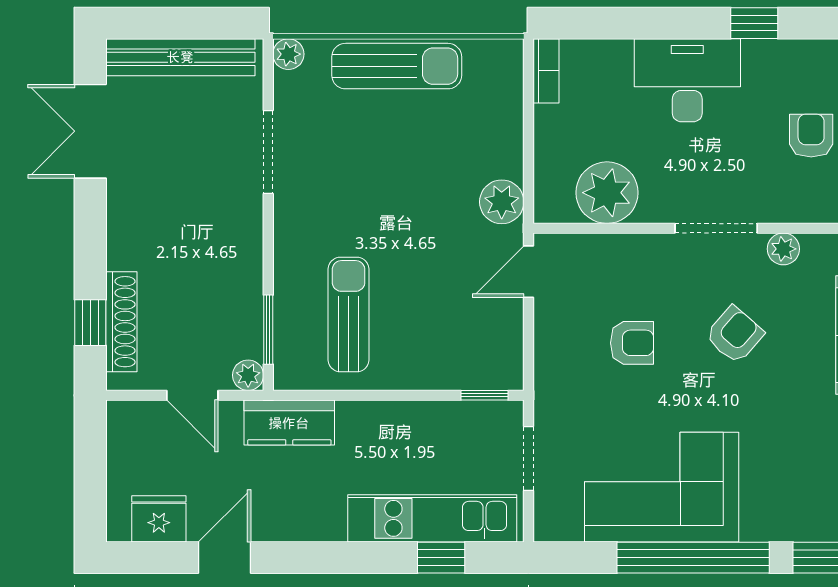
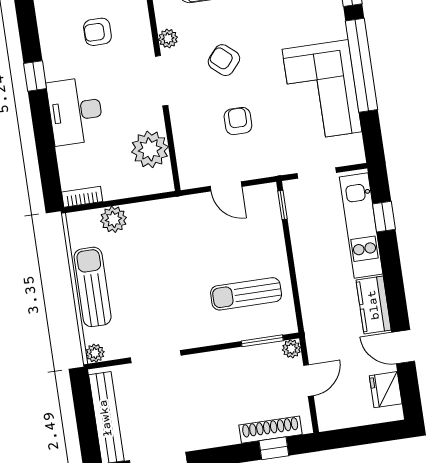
plant: (502, 202) -> (113, 219), moved
door: (528, 272) -> (226, 186), moved
kitchen counter: (289, 423) -> (374, 305), moved, turned 180

